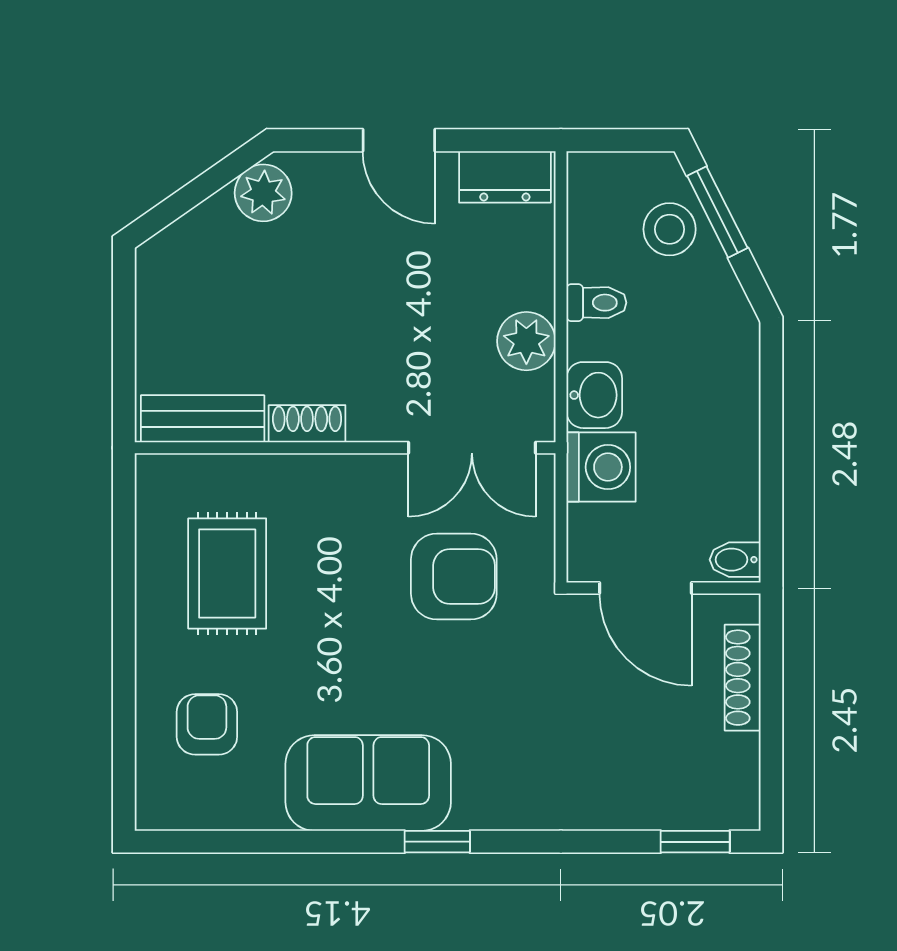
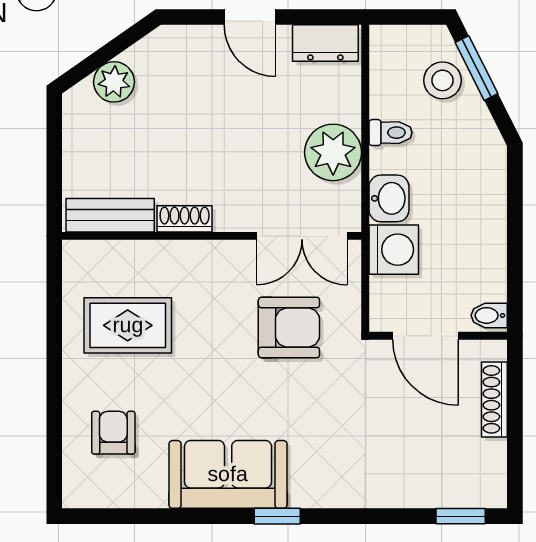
plant: (263, 193) -> (114, 82), moved
plant: (526, 341) -> (333, 152), width x1.36, depth x1.36
rug: (227, 574) -> (128, 325), turned 90

